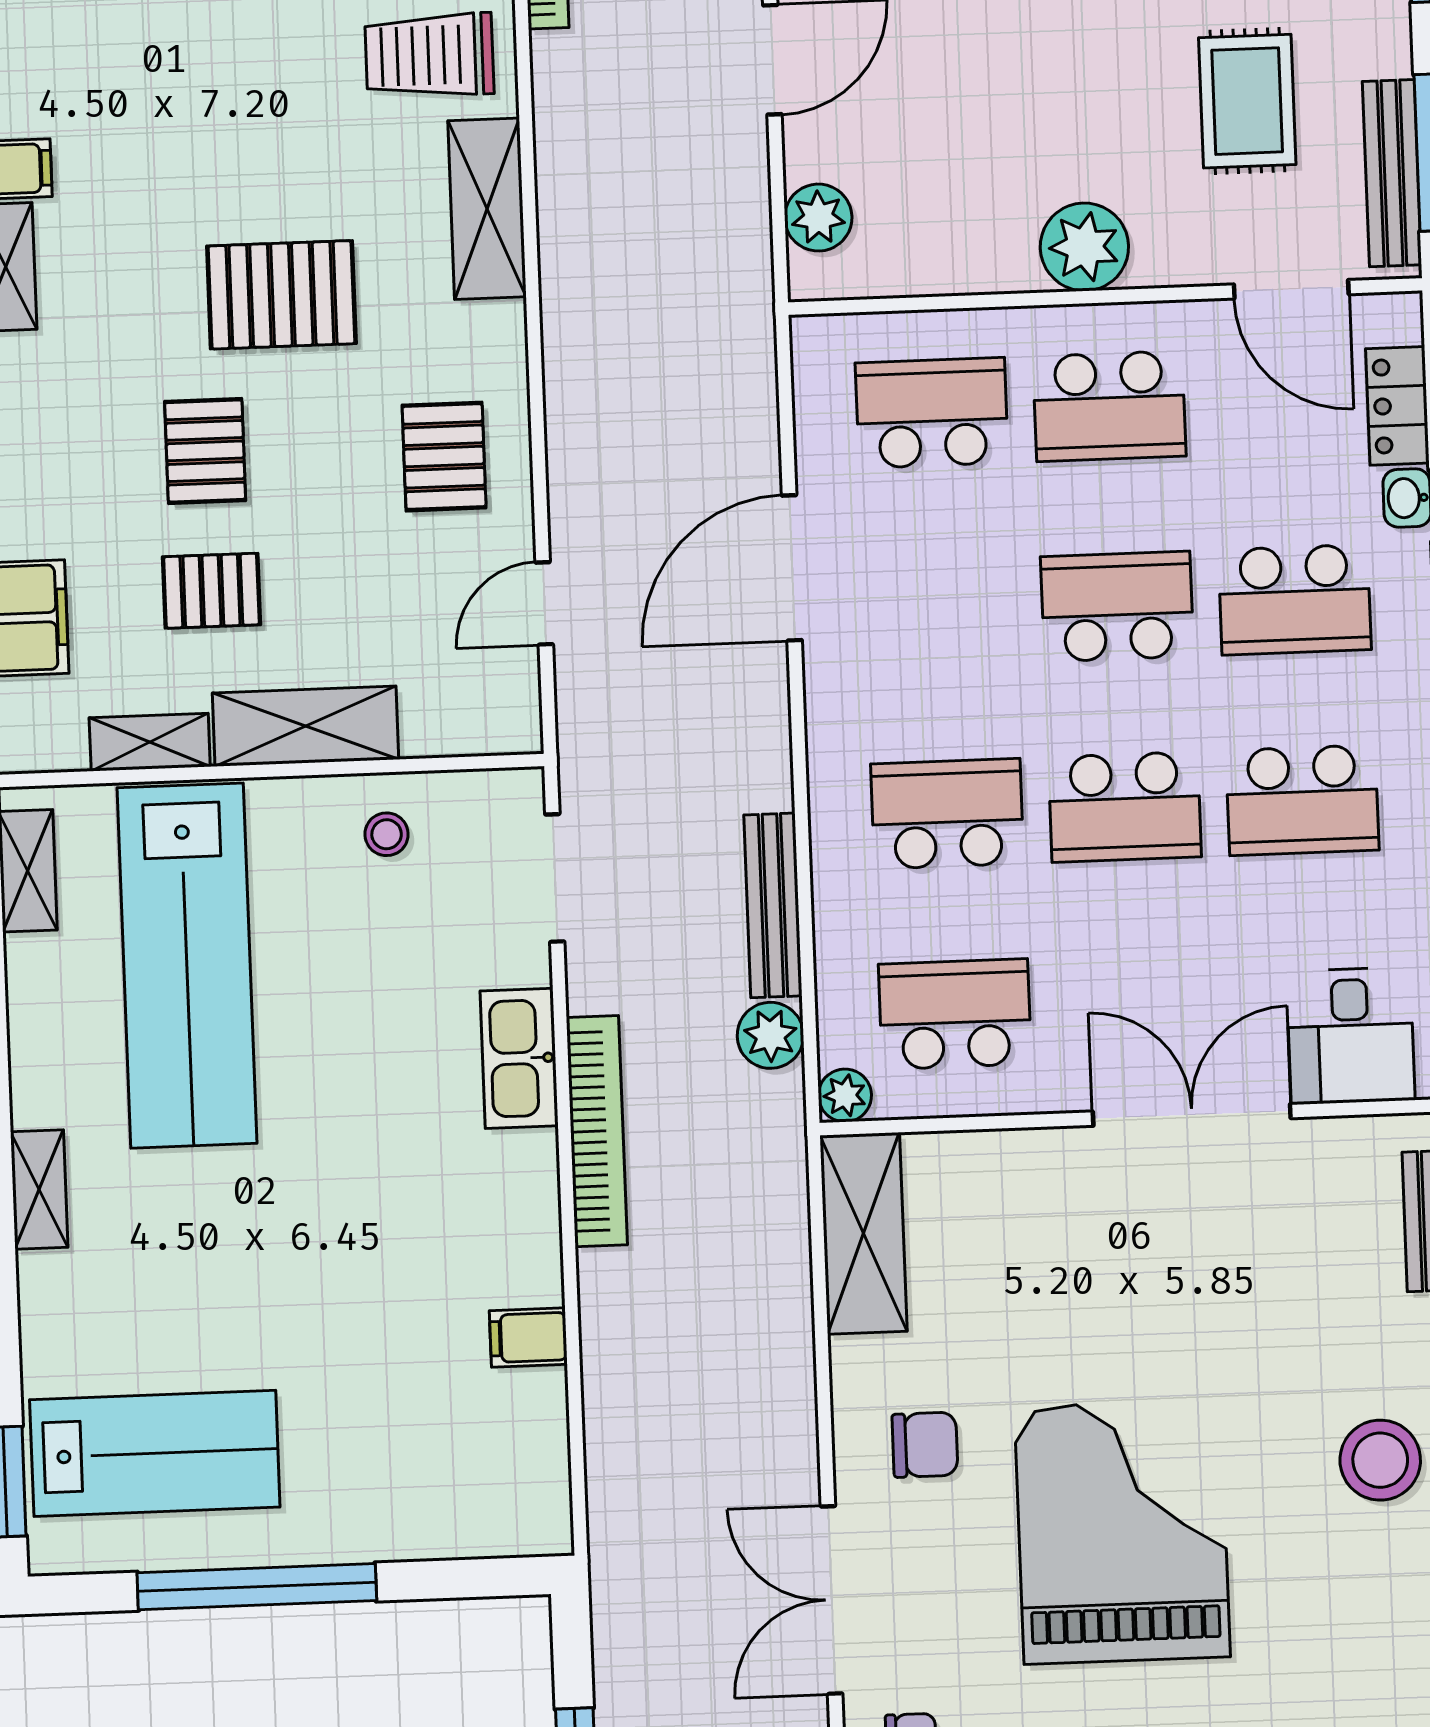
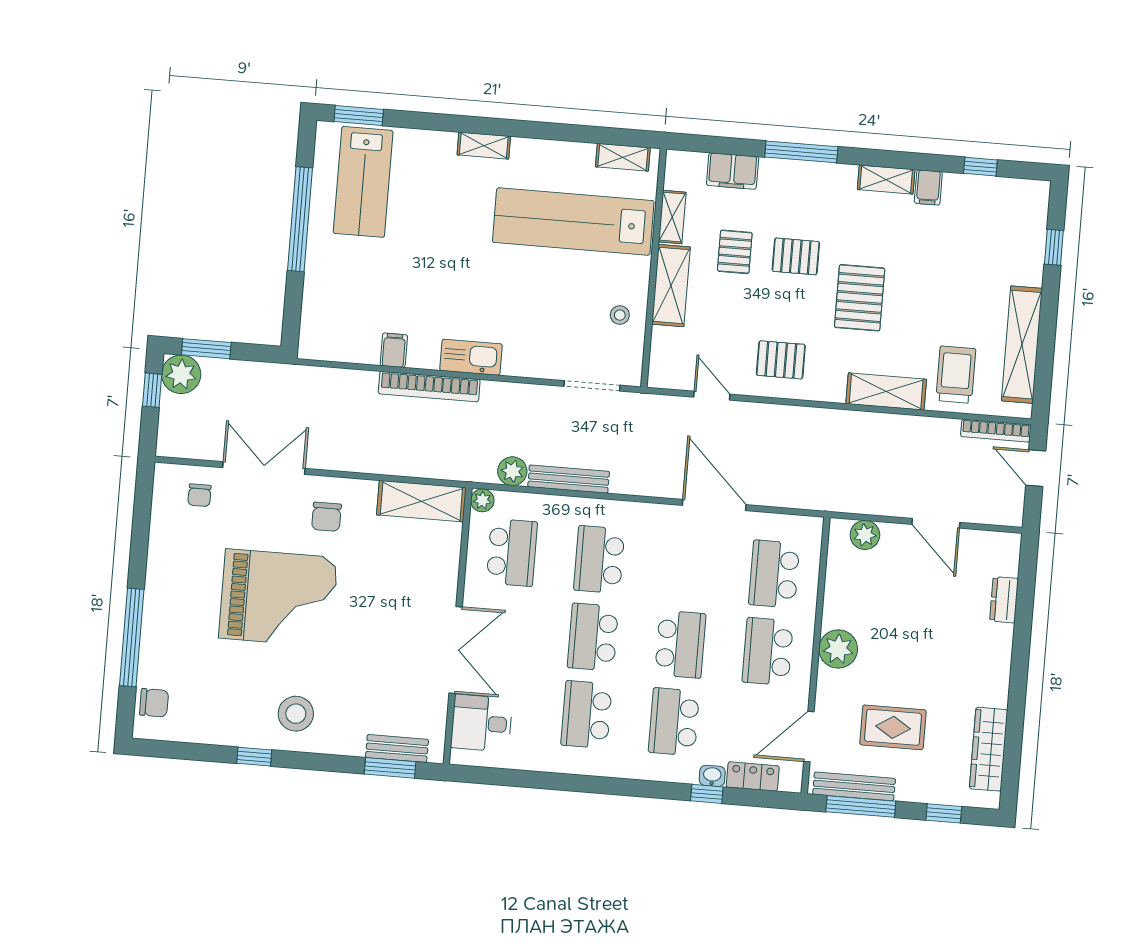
school desk: (932, 413) -> (774, 574), turned 180
school desk: (947, 814) -> (599, 560), turned 180
kitchen sink: (519, 1058) -> (471, 357), moved
bookcase: (597, 1131) -> (429, 387), moved

